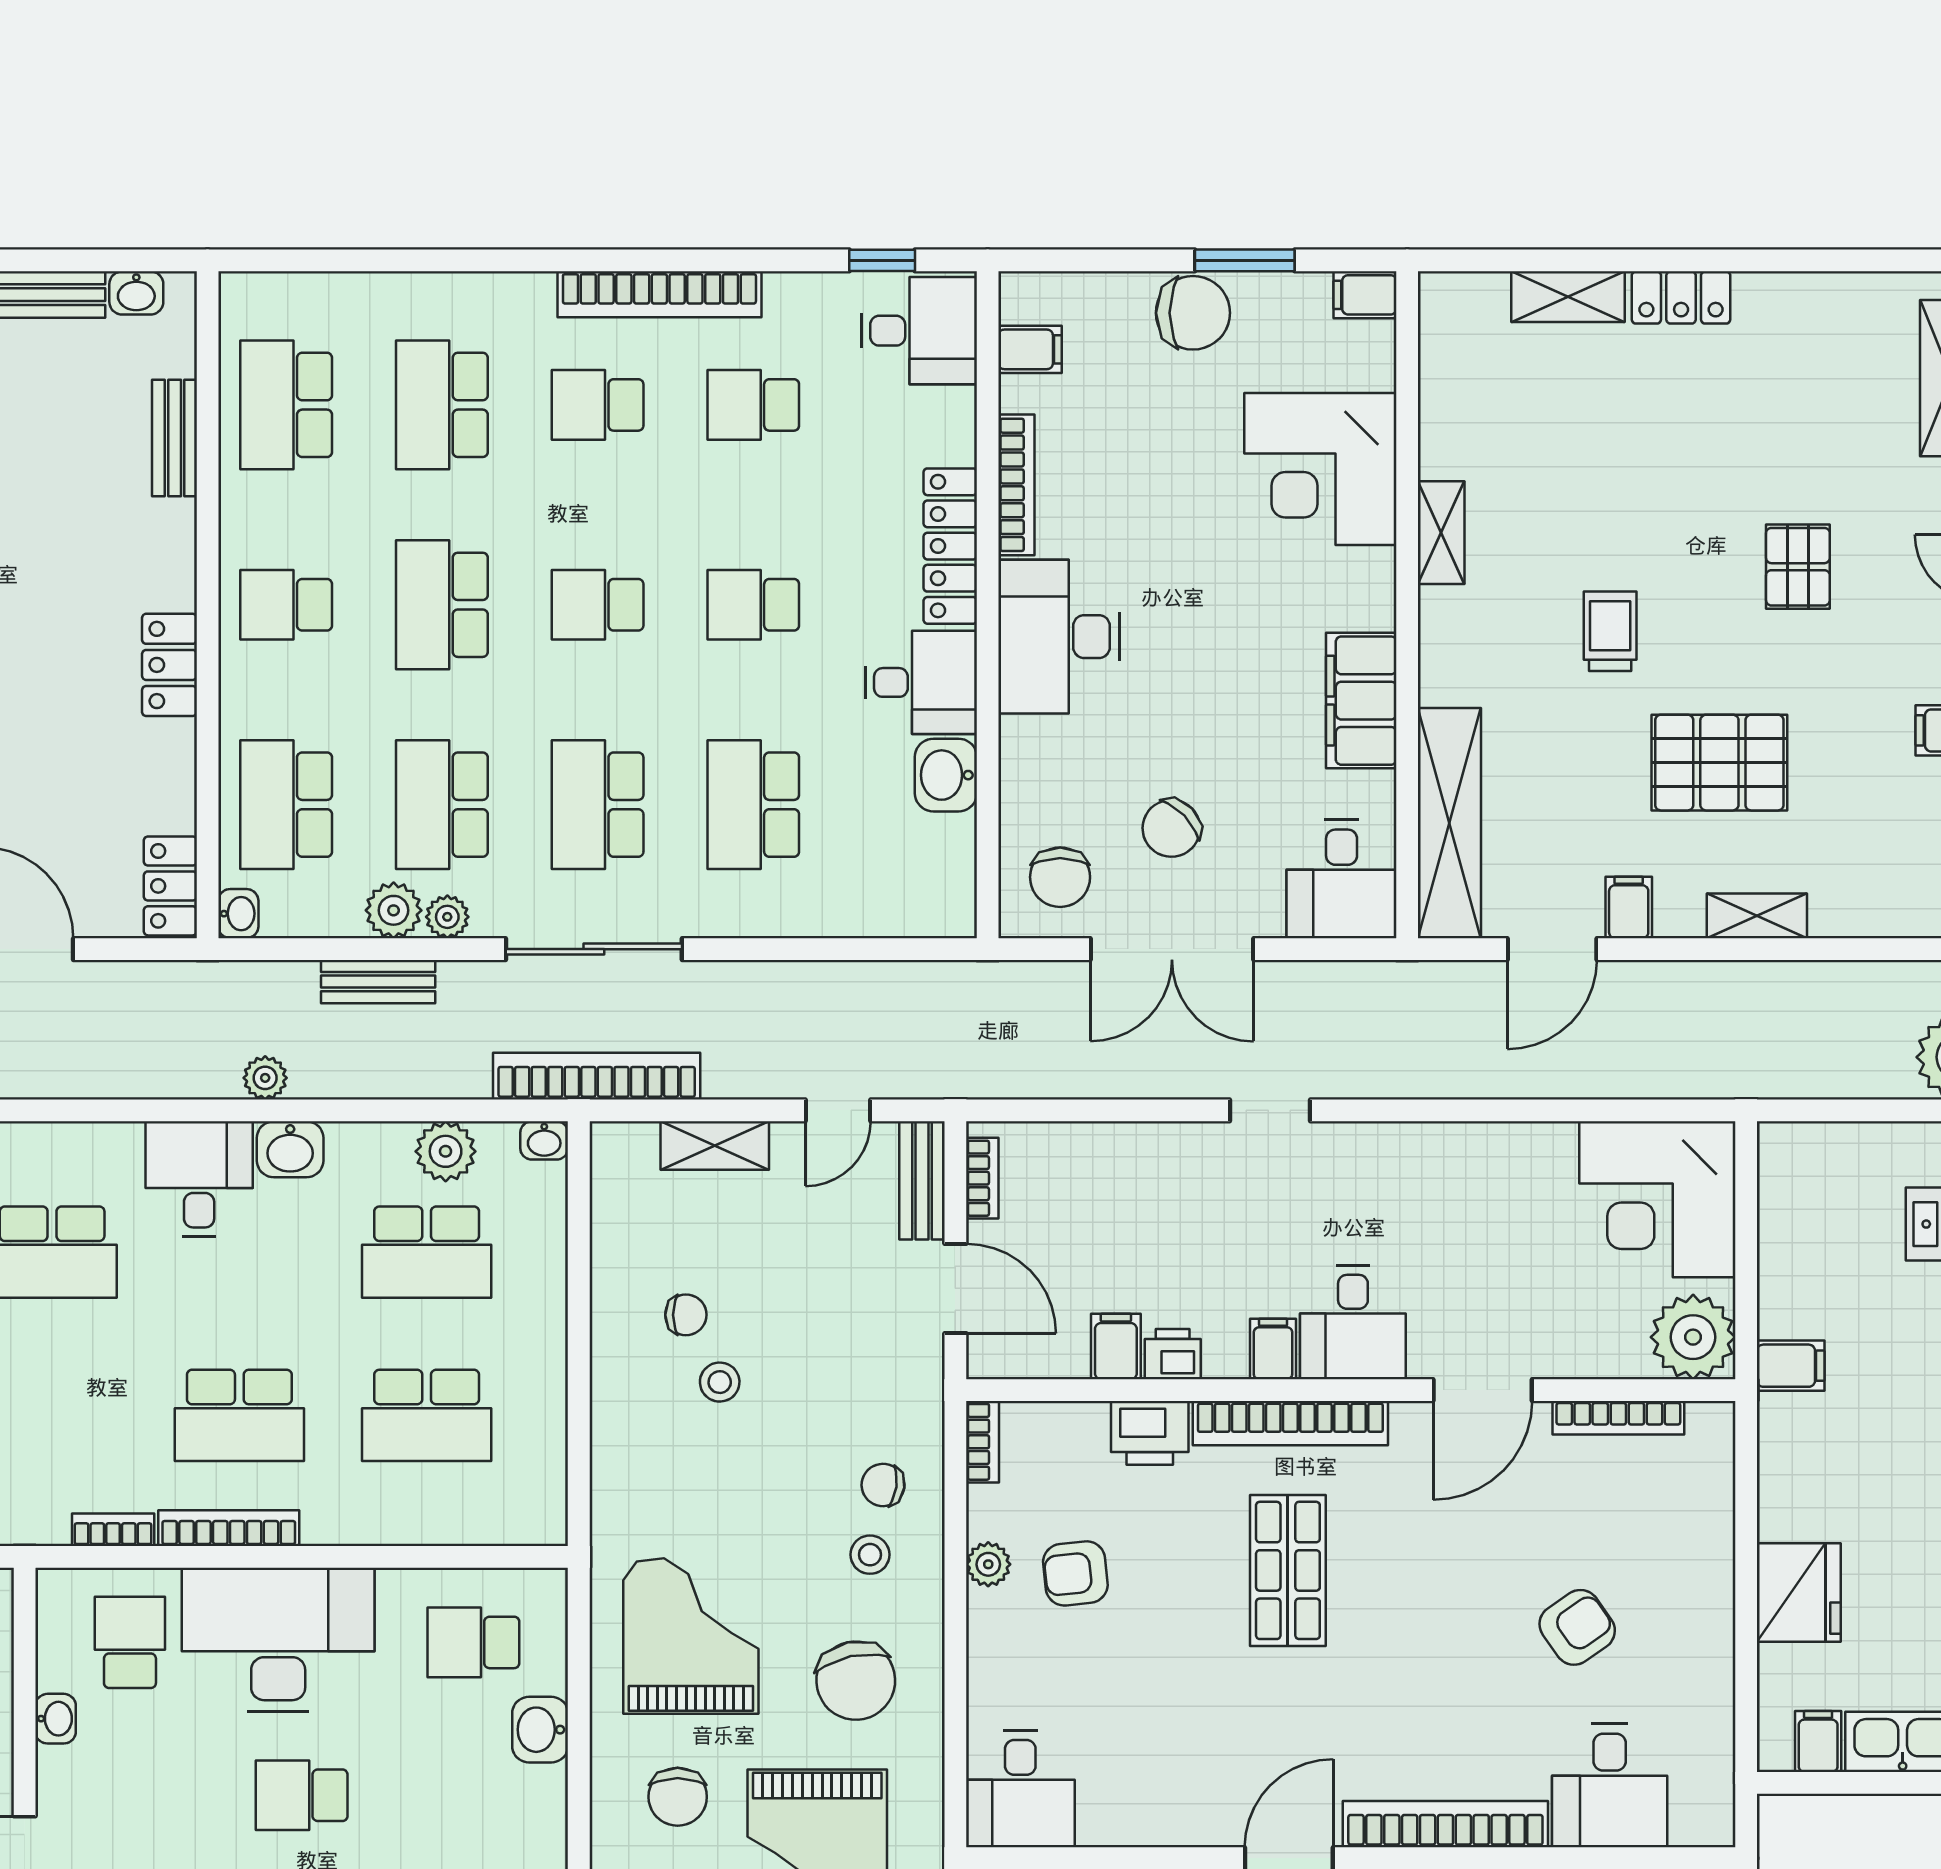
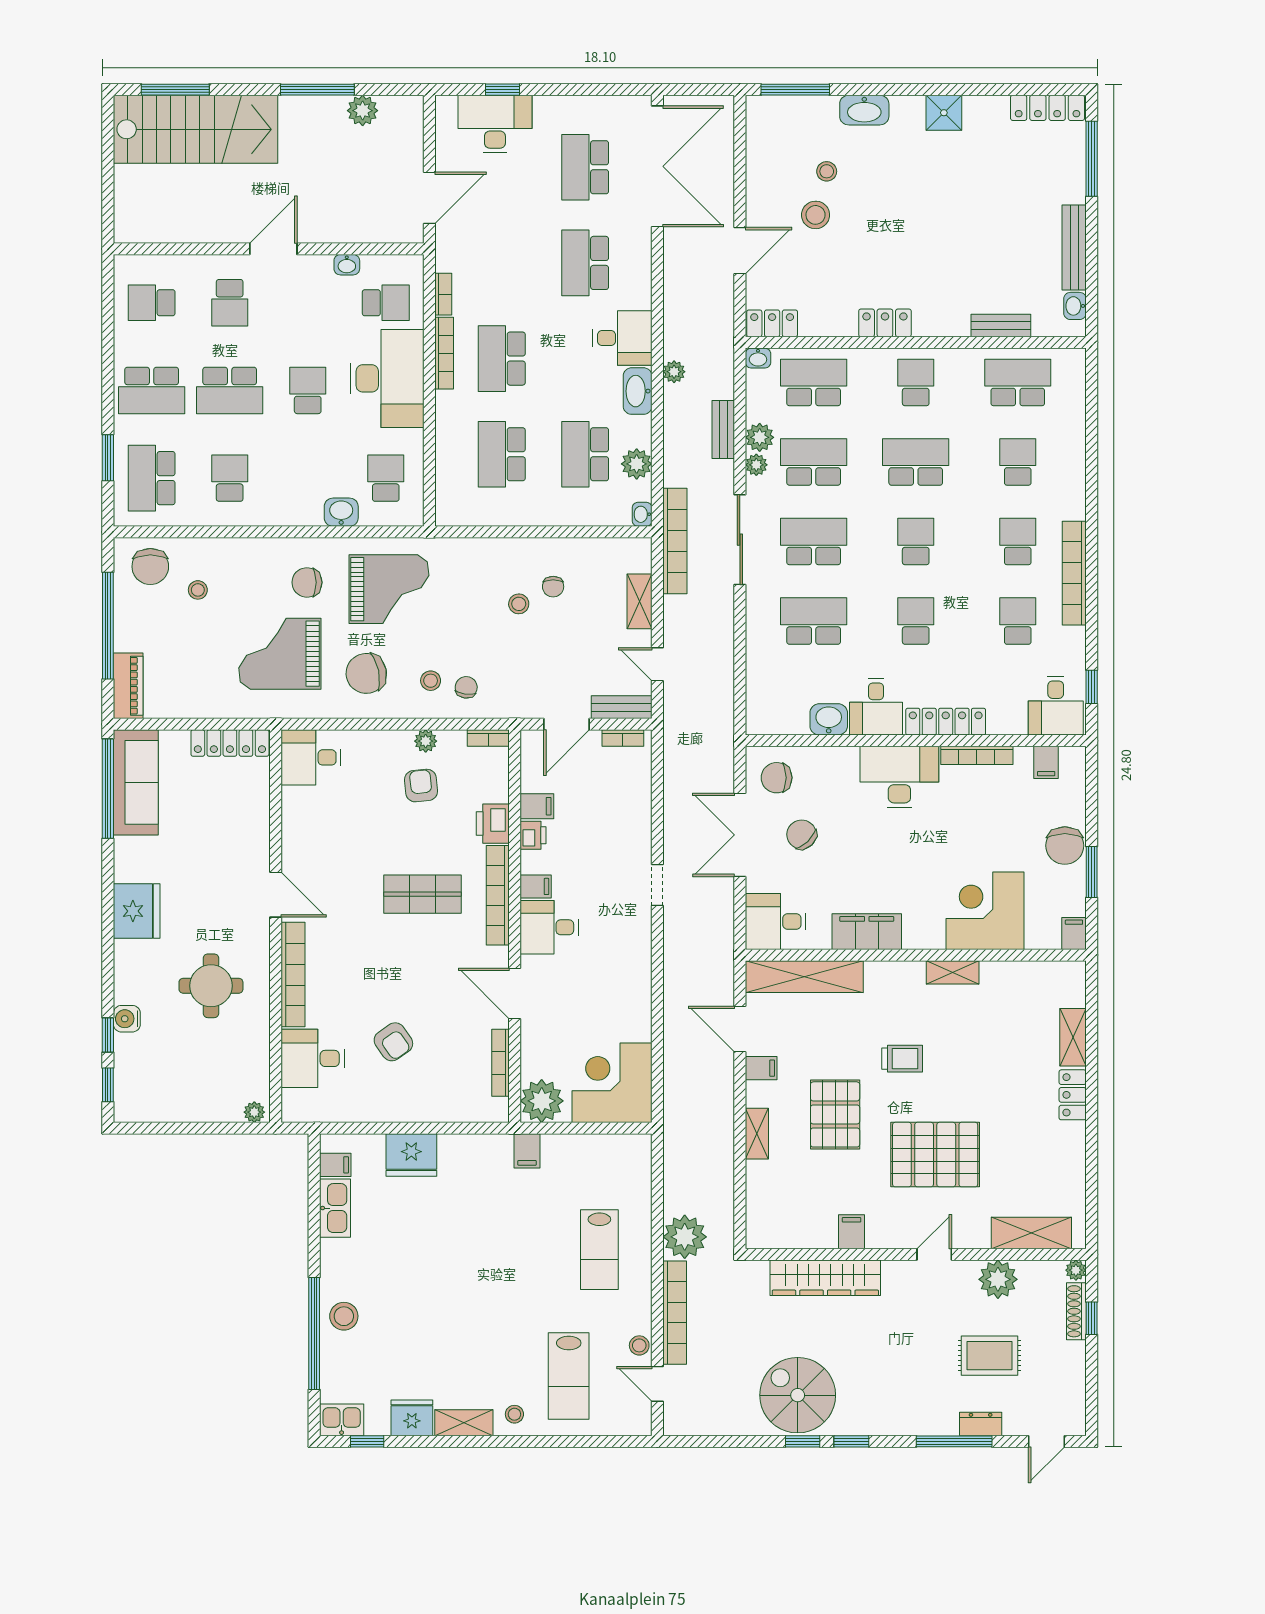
school desk: (442, 405) -> (1018, 462), width x0.54
pallet: (1798, 567) -> (935, 1155), width x2.05, depth x2.00
washbasin: (290, 1149) -> (638, 391), width x1.38

